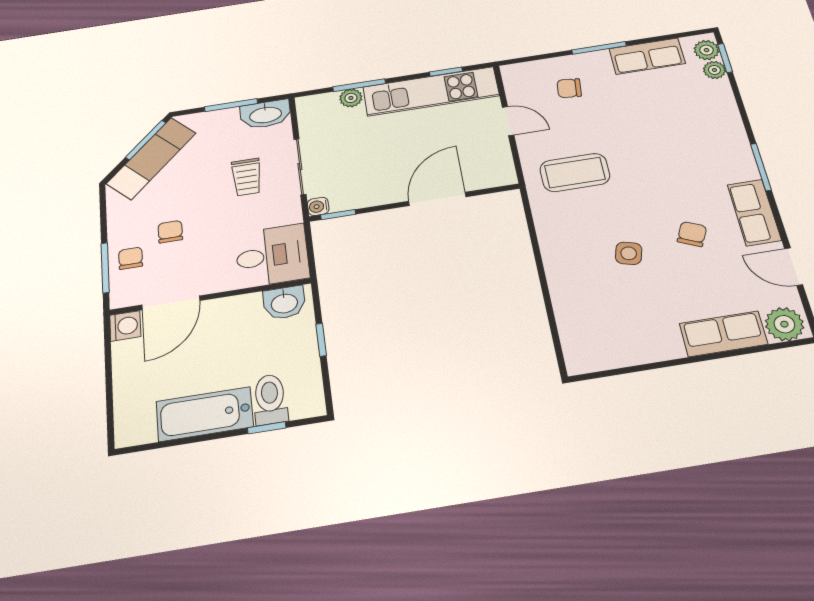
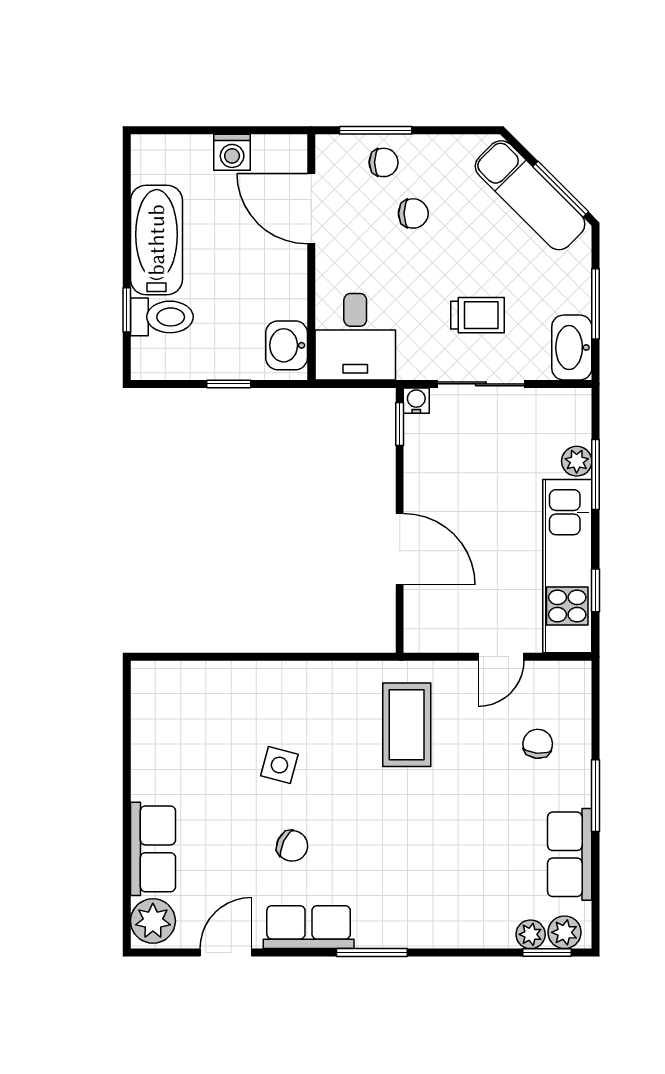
trolley: (247, 177) -> (478, 315), turned 180
washing machine: (125, 326) -> (232, 152), moved

